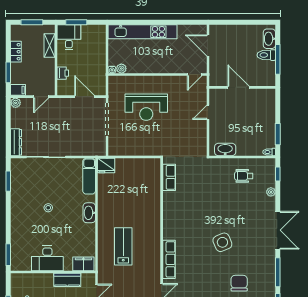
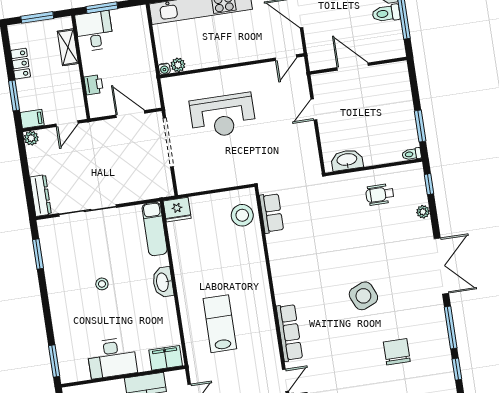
stool: (149, 176) -> (242, 215), added

